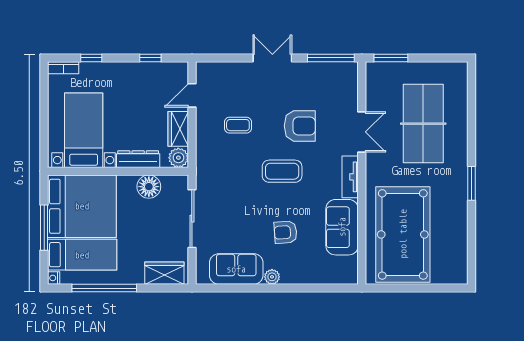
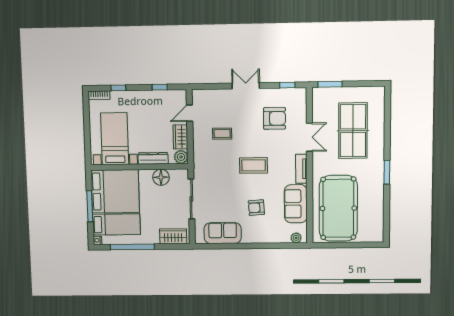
window: (331, 58) -> (287, 85), width x0.46
armchair: (300, 126) -> (274, 118), moved
plant: (272, 277) -> (296, 238), moved

